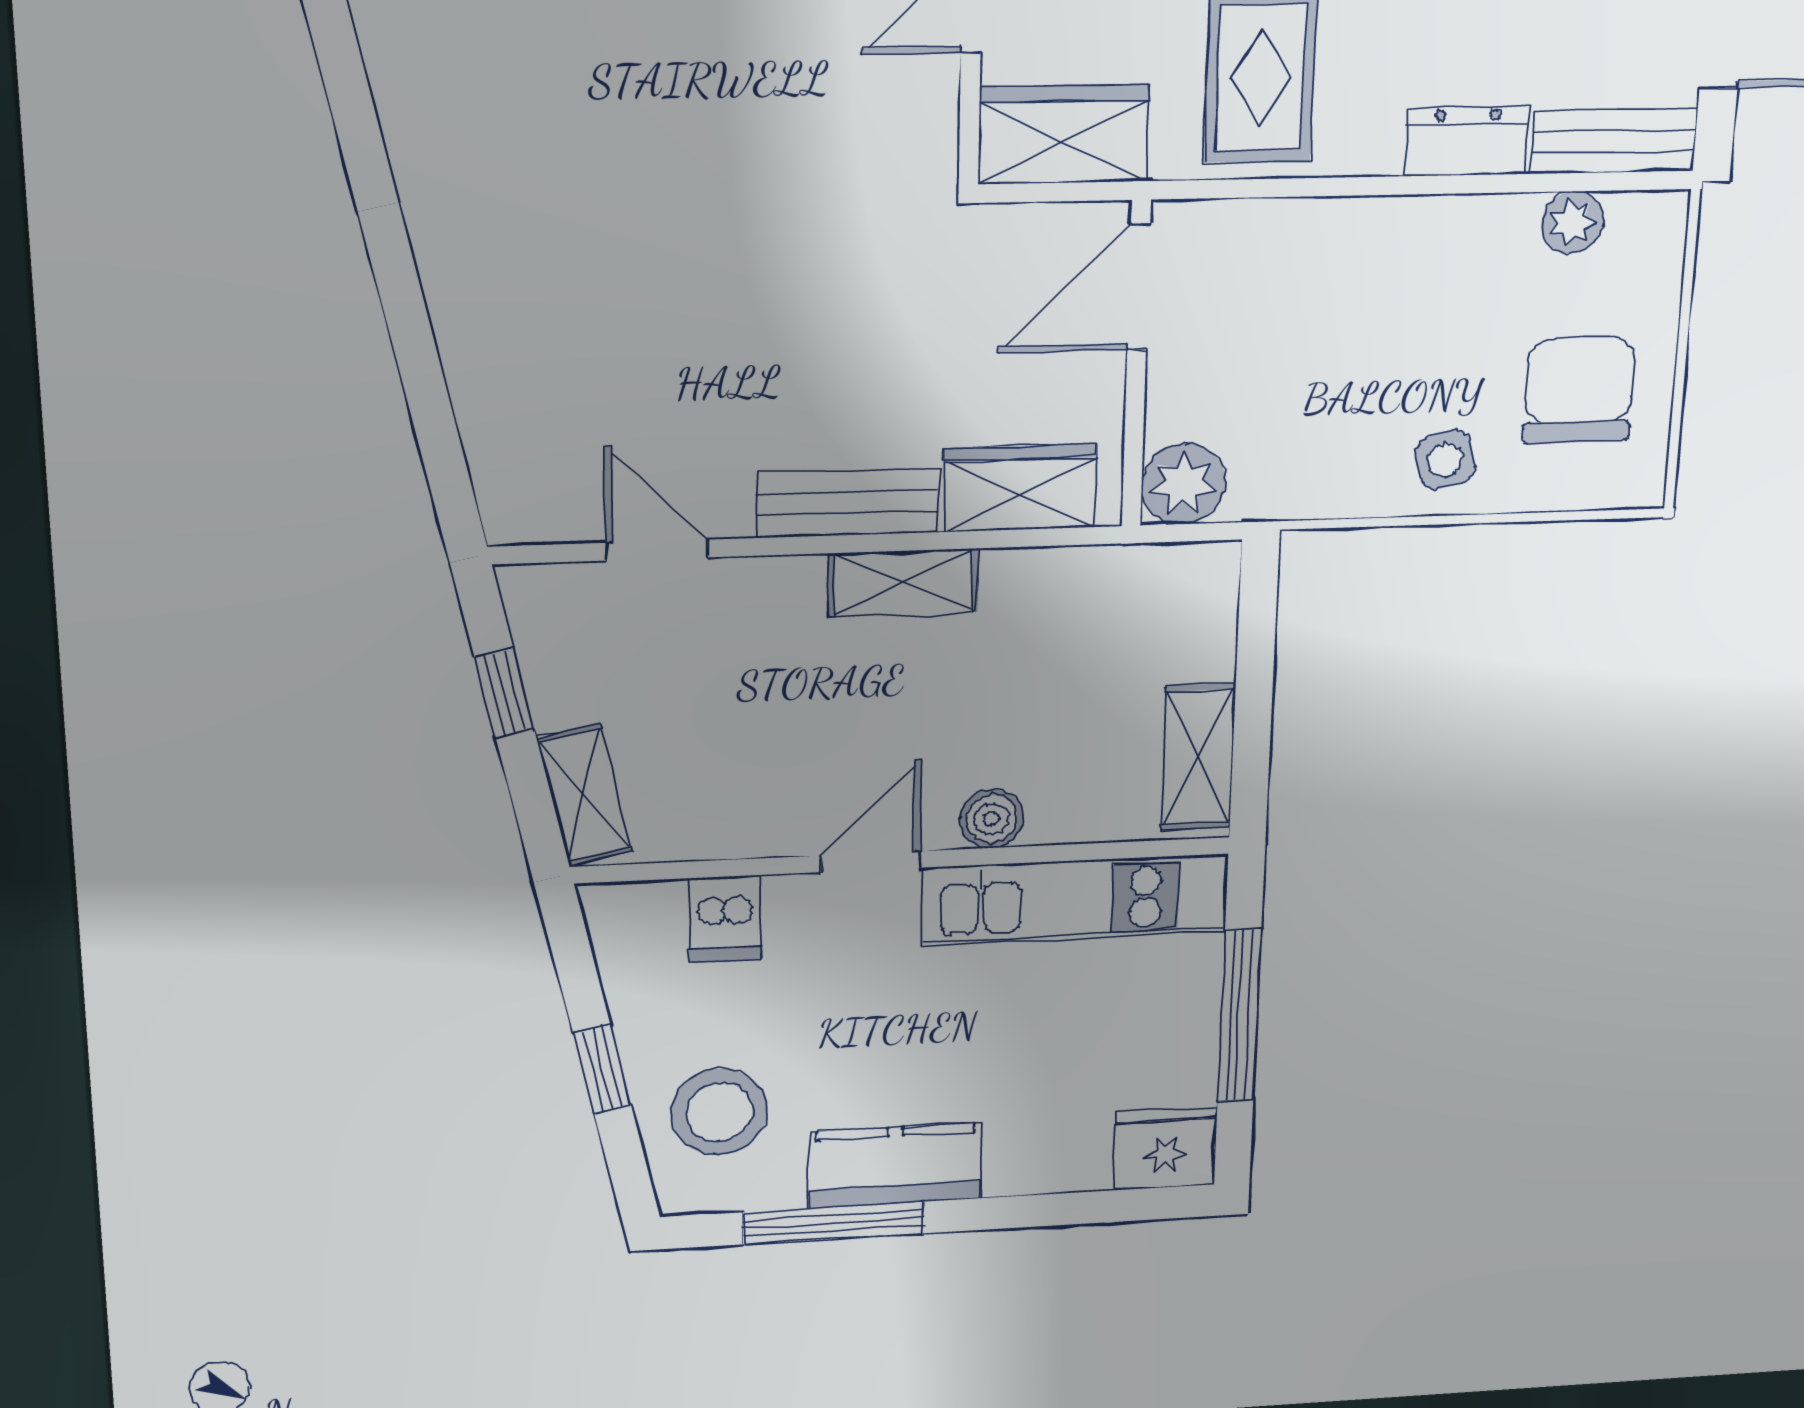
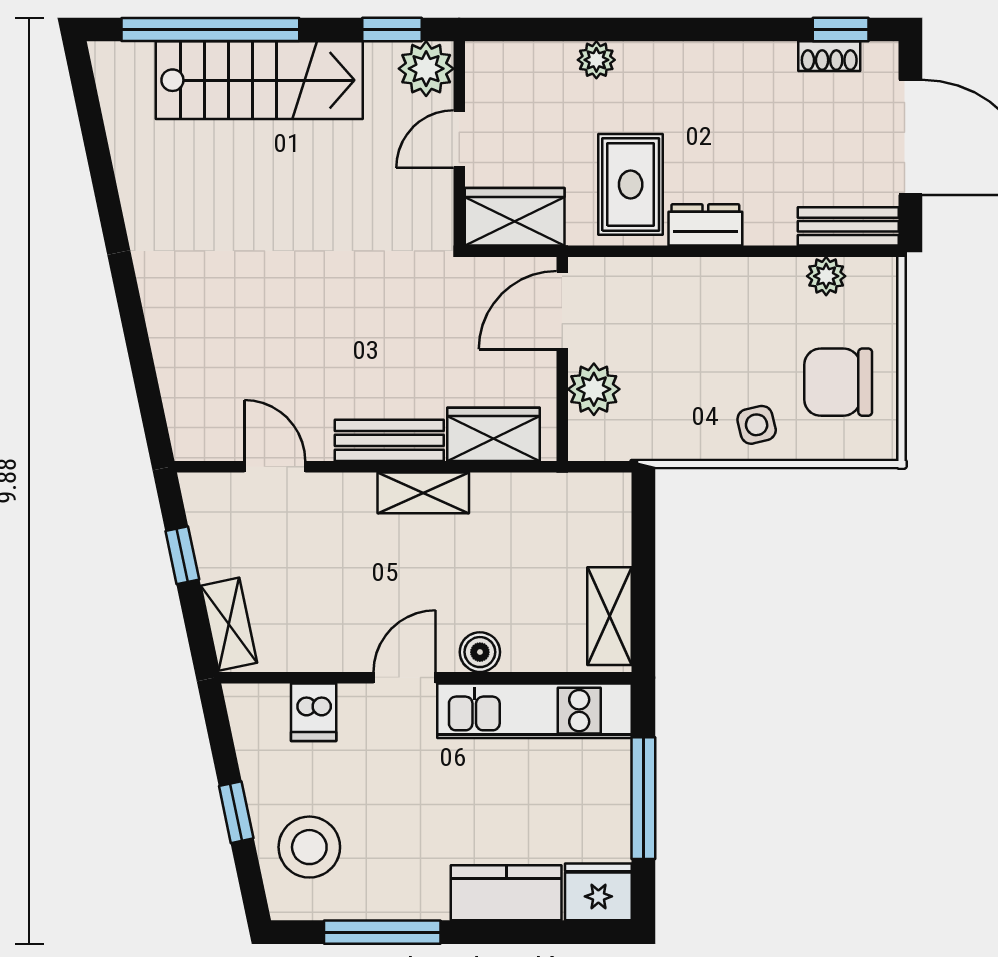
dresser: (1467, 141) -> (705, 225), moved
chair: (1579, 390) -> (838, 382), turned -90
plant: (1183, 484) -> (594, 389), moved
kitchen counter: (895, 1165) -> (506, 893), moved

